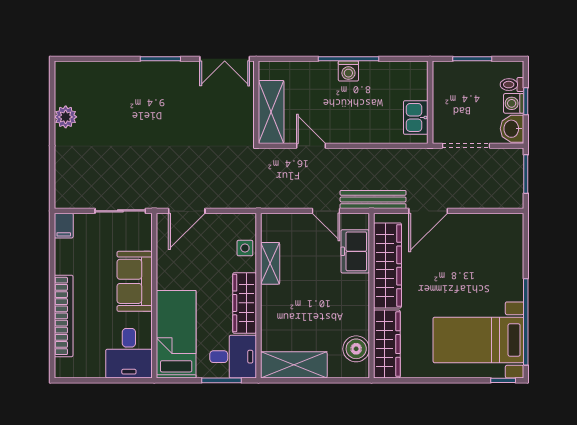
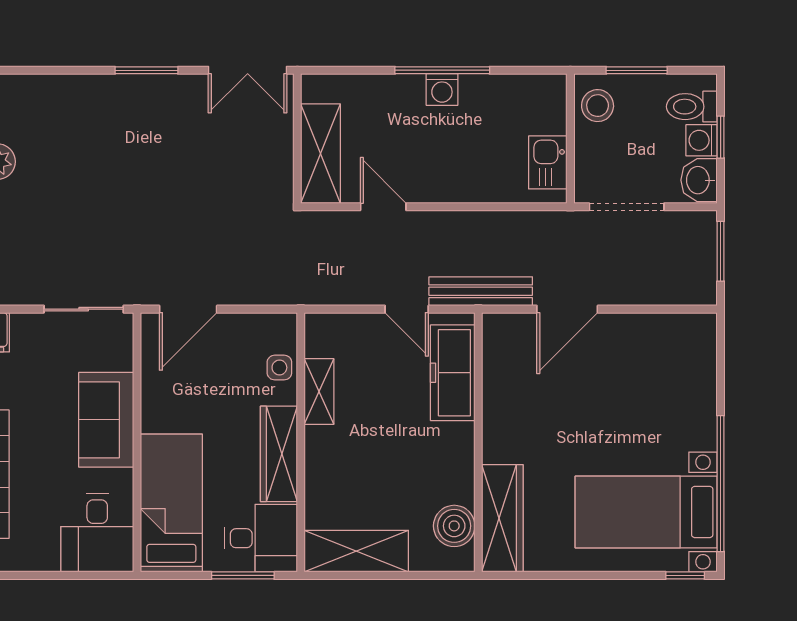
stool: (447, 81) -> (598, 106), added
toilet: (512, 85) -> (692, 107), width x1.37, depth x1.39
freezer: (355, 251) -> (453, 373), width x1.40
wardrobe: (387, 265) -> (503, 395), removed

